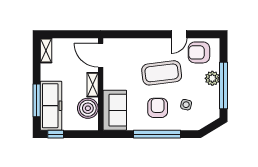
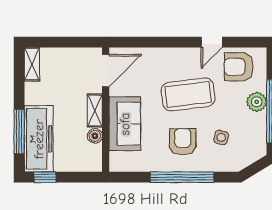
door: (101, 55) -> (106, 71), swing flipped
boiler: (88, 108) -> (95, 136), width x0.54, depth x0.54
sofa: (115, 110) -> (125, 124), moved

